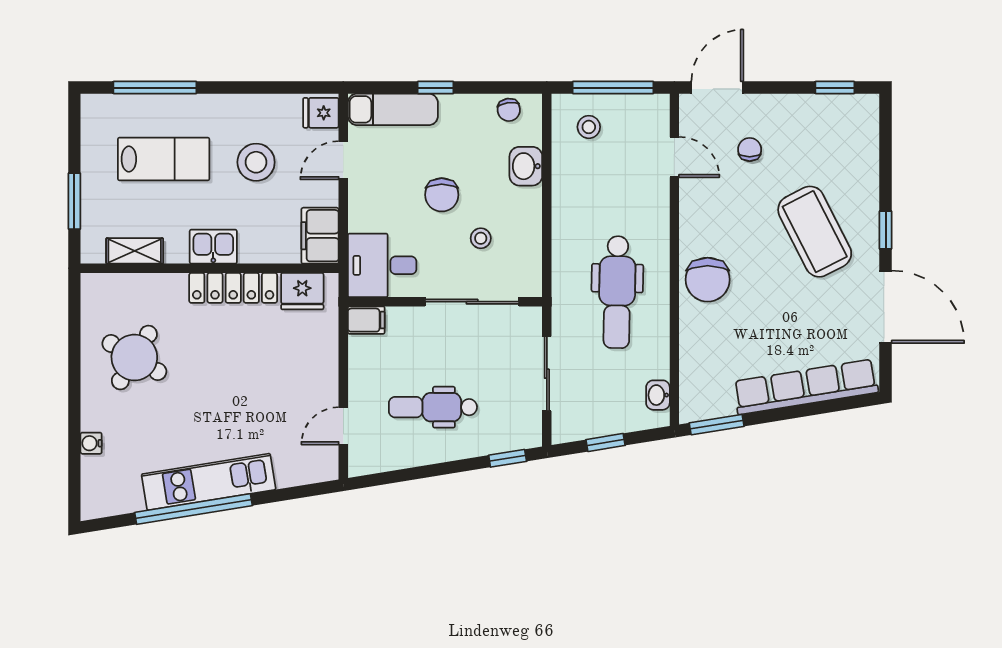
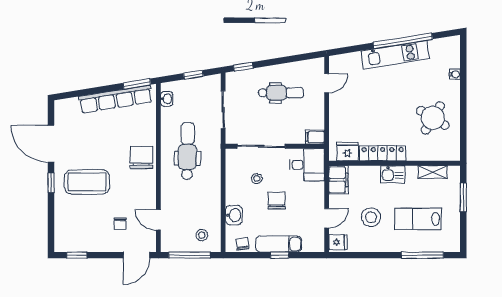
exam couch: (393, 109) -> (279, 244), moved
coffee table: (815, 232) -> (87, 182), turned -63
row of seats: (806, 387) -> (116, 99), moved

